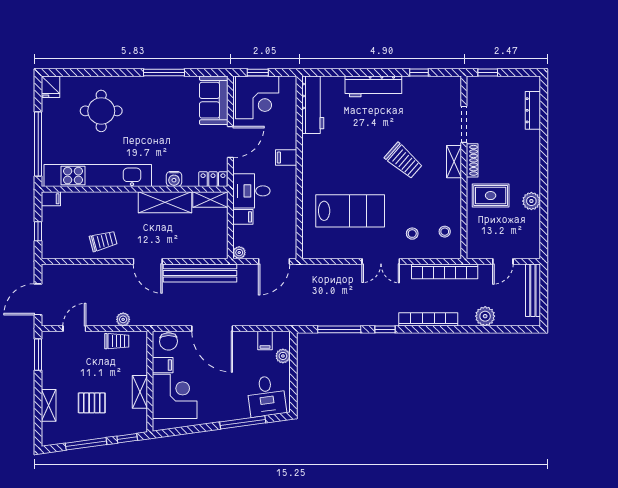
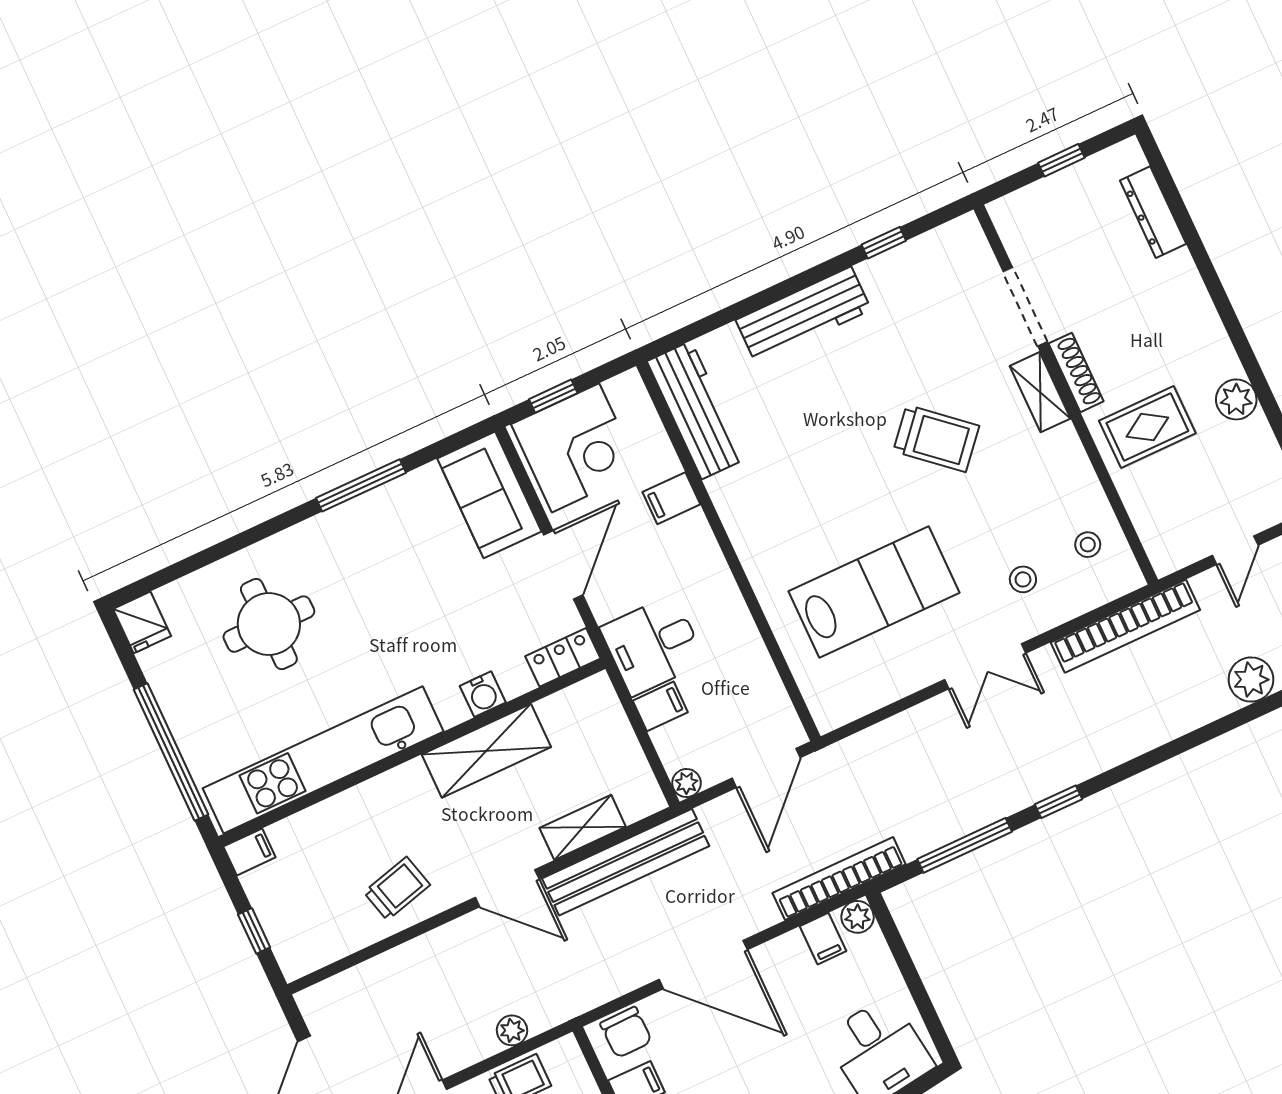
window: (488, 72) -> (1061, 160), moved
filing cabinet: (286, 158) -> (671, 498), moved
shelving: (210, 200) -> (583, 827), moved
bookcase: (428, 319) -> (839, 879), moved
plant: (283, 356) -> (858, 917), moved

